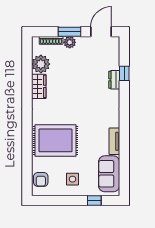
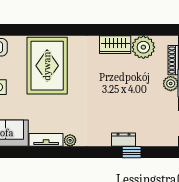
plant: (115, 122) -> (70, 140), added

